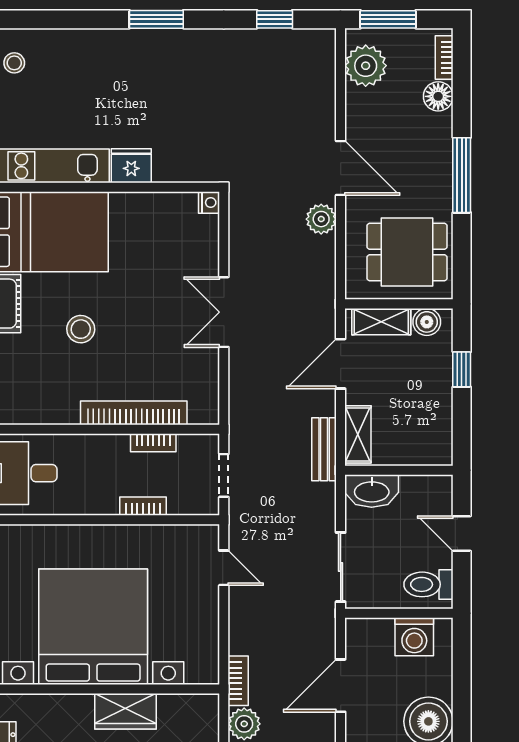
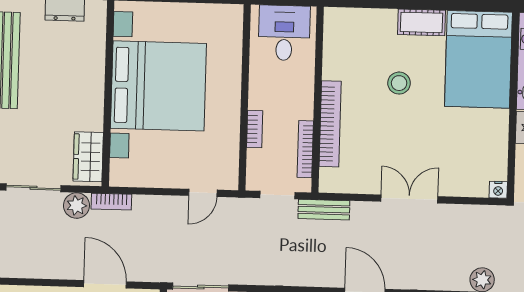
bookcase: (153, 443) -> (305, 149), width x1.56
bench: (324, 449) -> (324, 210), moved
wardrobe: (126, 711) -> (88, 157), moved

